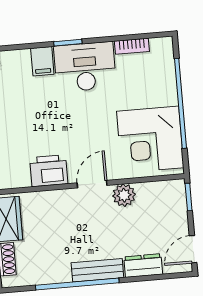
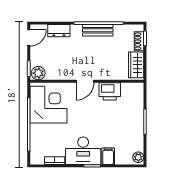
plant: (124, 195) -> (38, 73), moved
bench: (97, 270) -> (98, 30), moved

